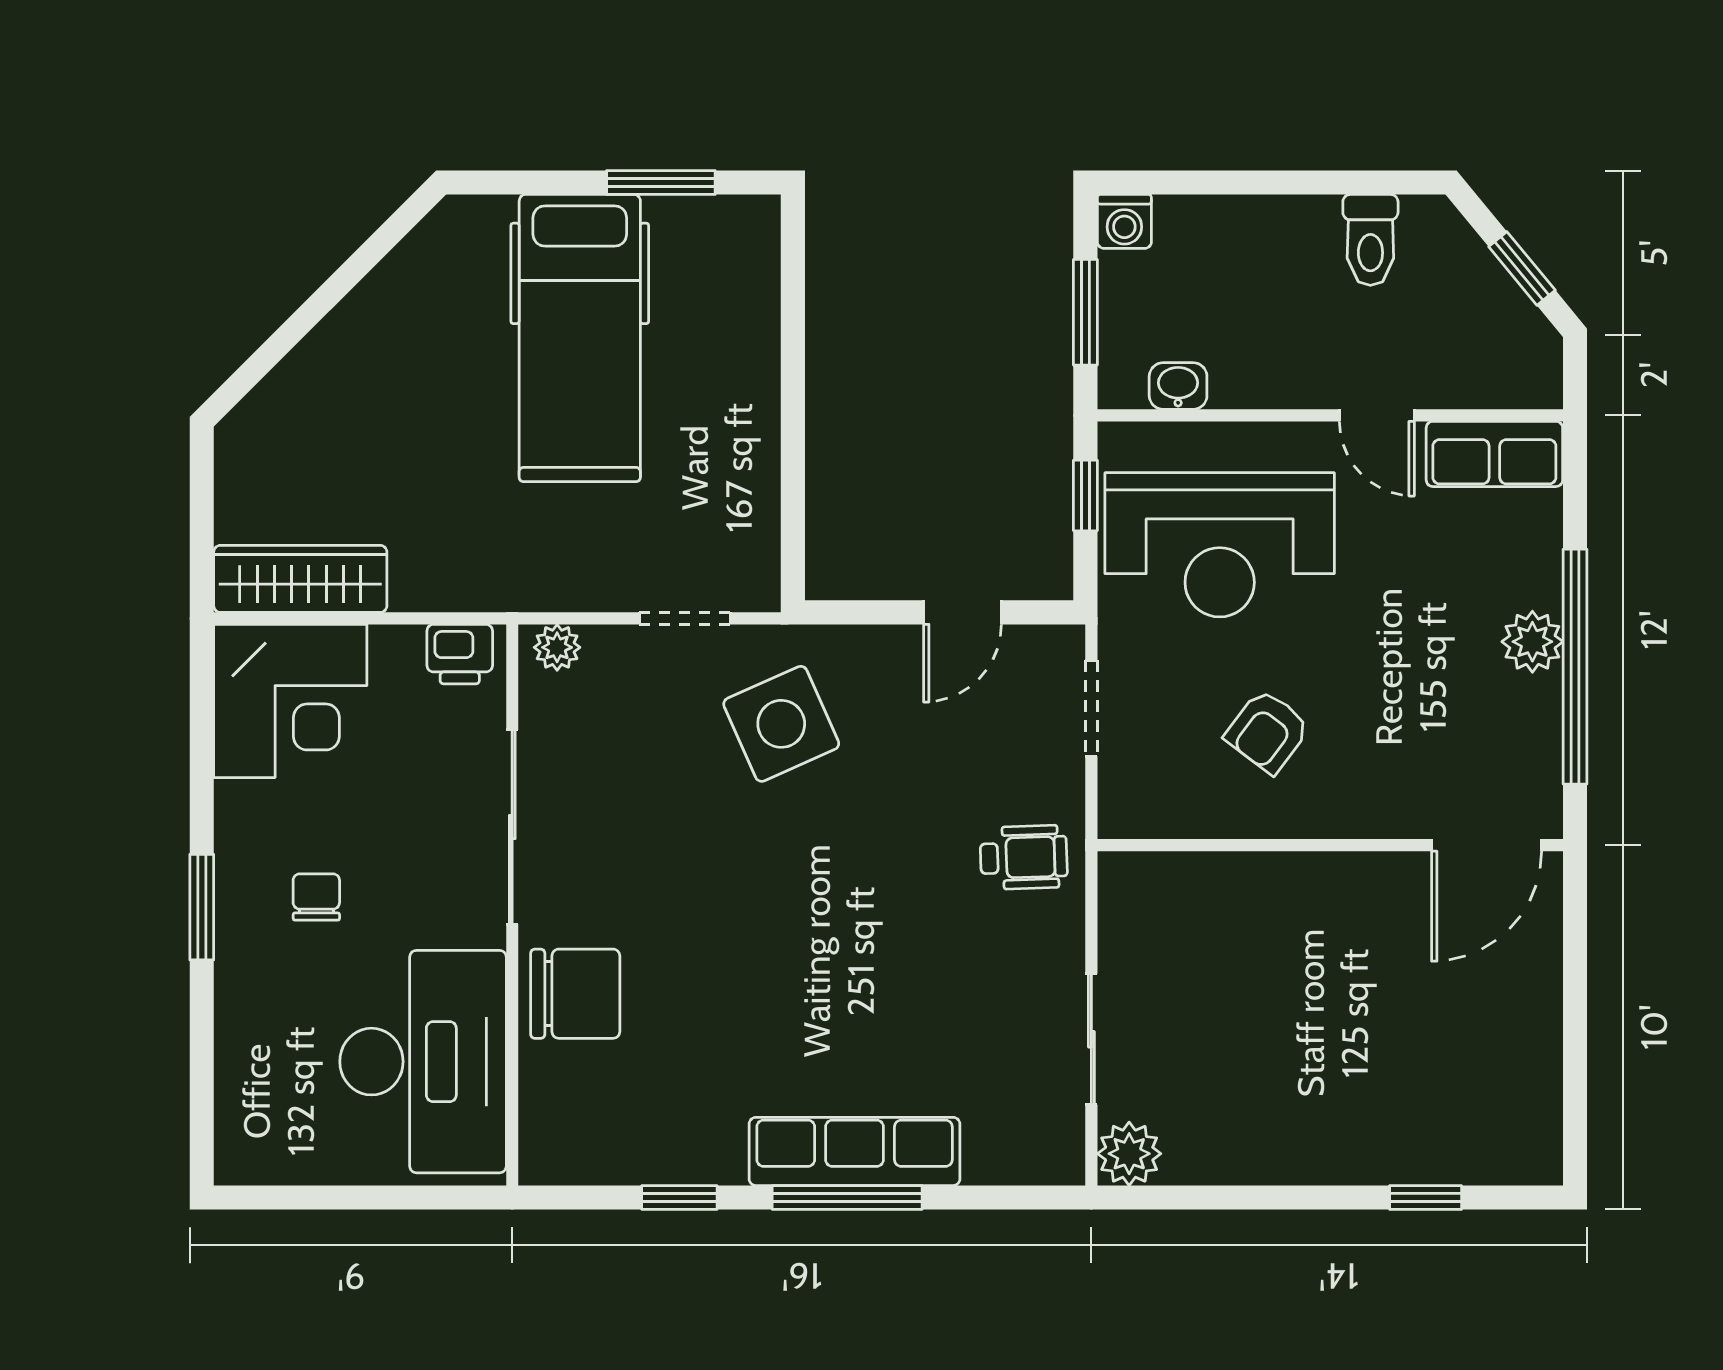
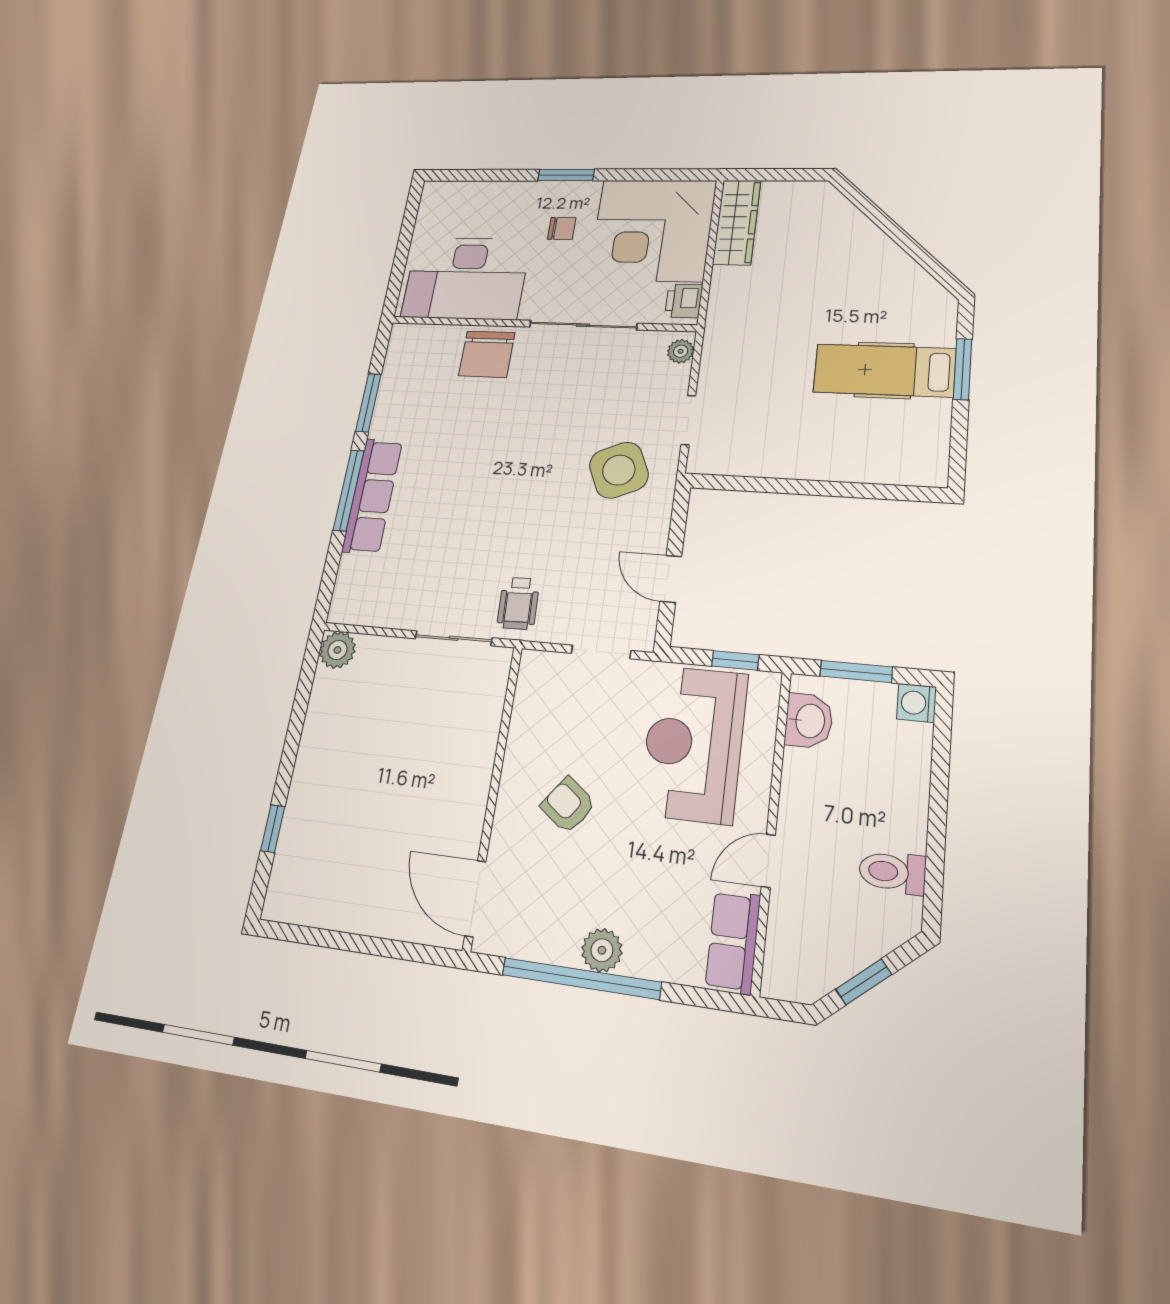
window: (661, 182) -> (963, 369), moved
hospital bed: (580, 338) -> (884, 370), width x0.73, depth x0.78
washbasin: (1178, 386) -> (809, 721), width x1.38, depth x1.45
corner desk: (290, 701) -> (652, 230), width x1.36, depth x1.36
armchair: (1267, 731) -> (568, 805), moved
sliding door: (1091, 1039) -> (454, 638), moved
window: (679, 1197) -> (368, 403), width x1.50

